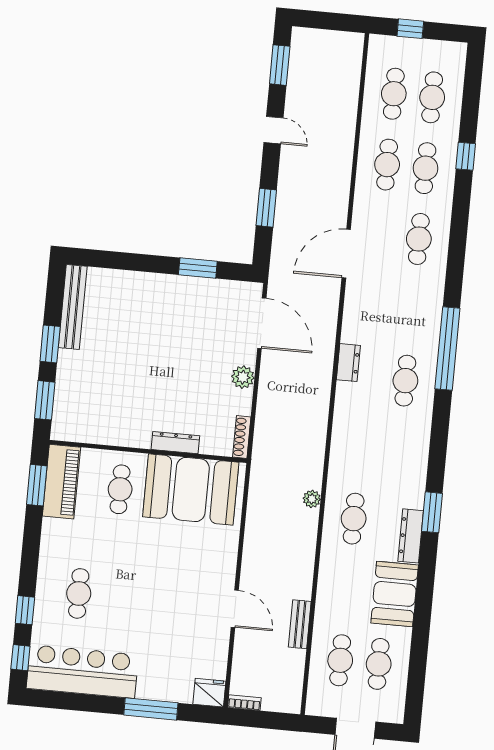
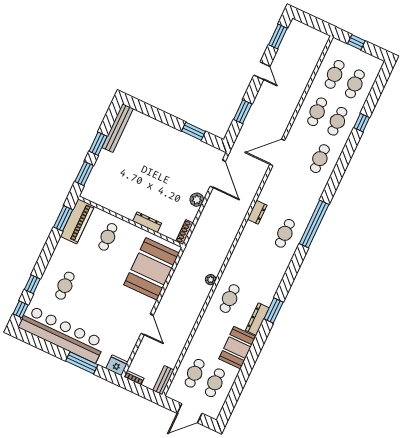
booth: (191, 489) -> (151, 269), moved, turned 90
bench: (300, 624) -> (163, 380), moved
bar counter: (82, 672) -> (62, 334), width x1.36

